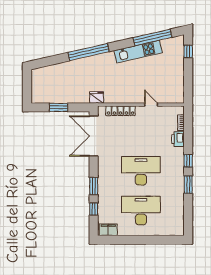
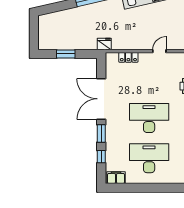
door: (151, 105) -> (159, 51), hinge flipped
locker: (120, 111) -> (128, 57), width x0.66
double door: (94, 136) -> (101, 99), moved

